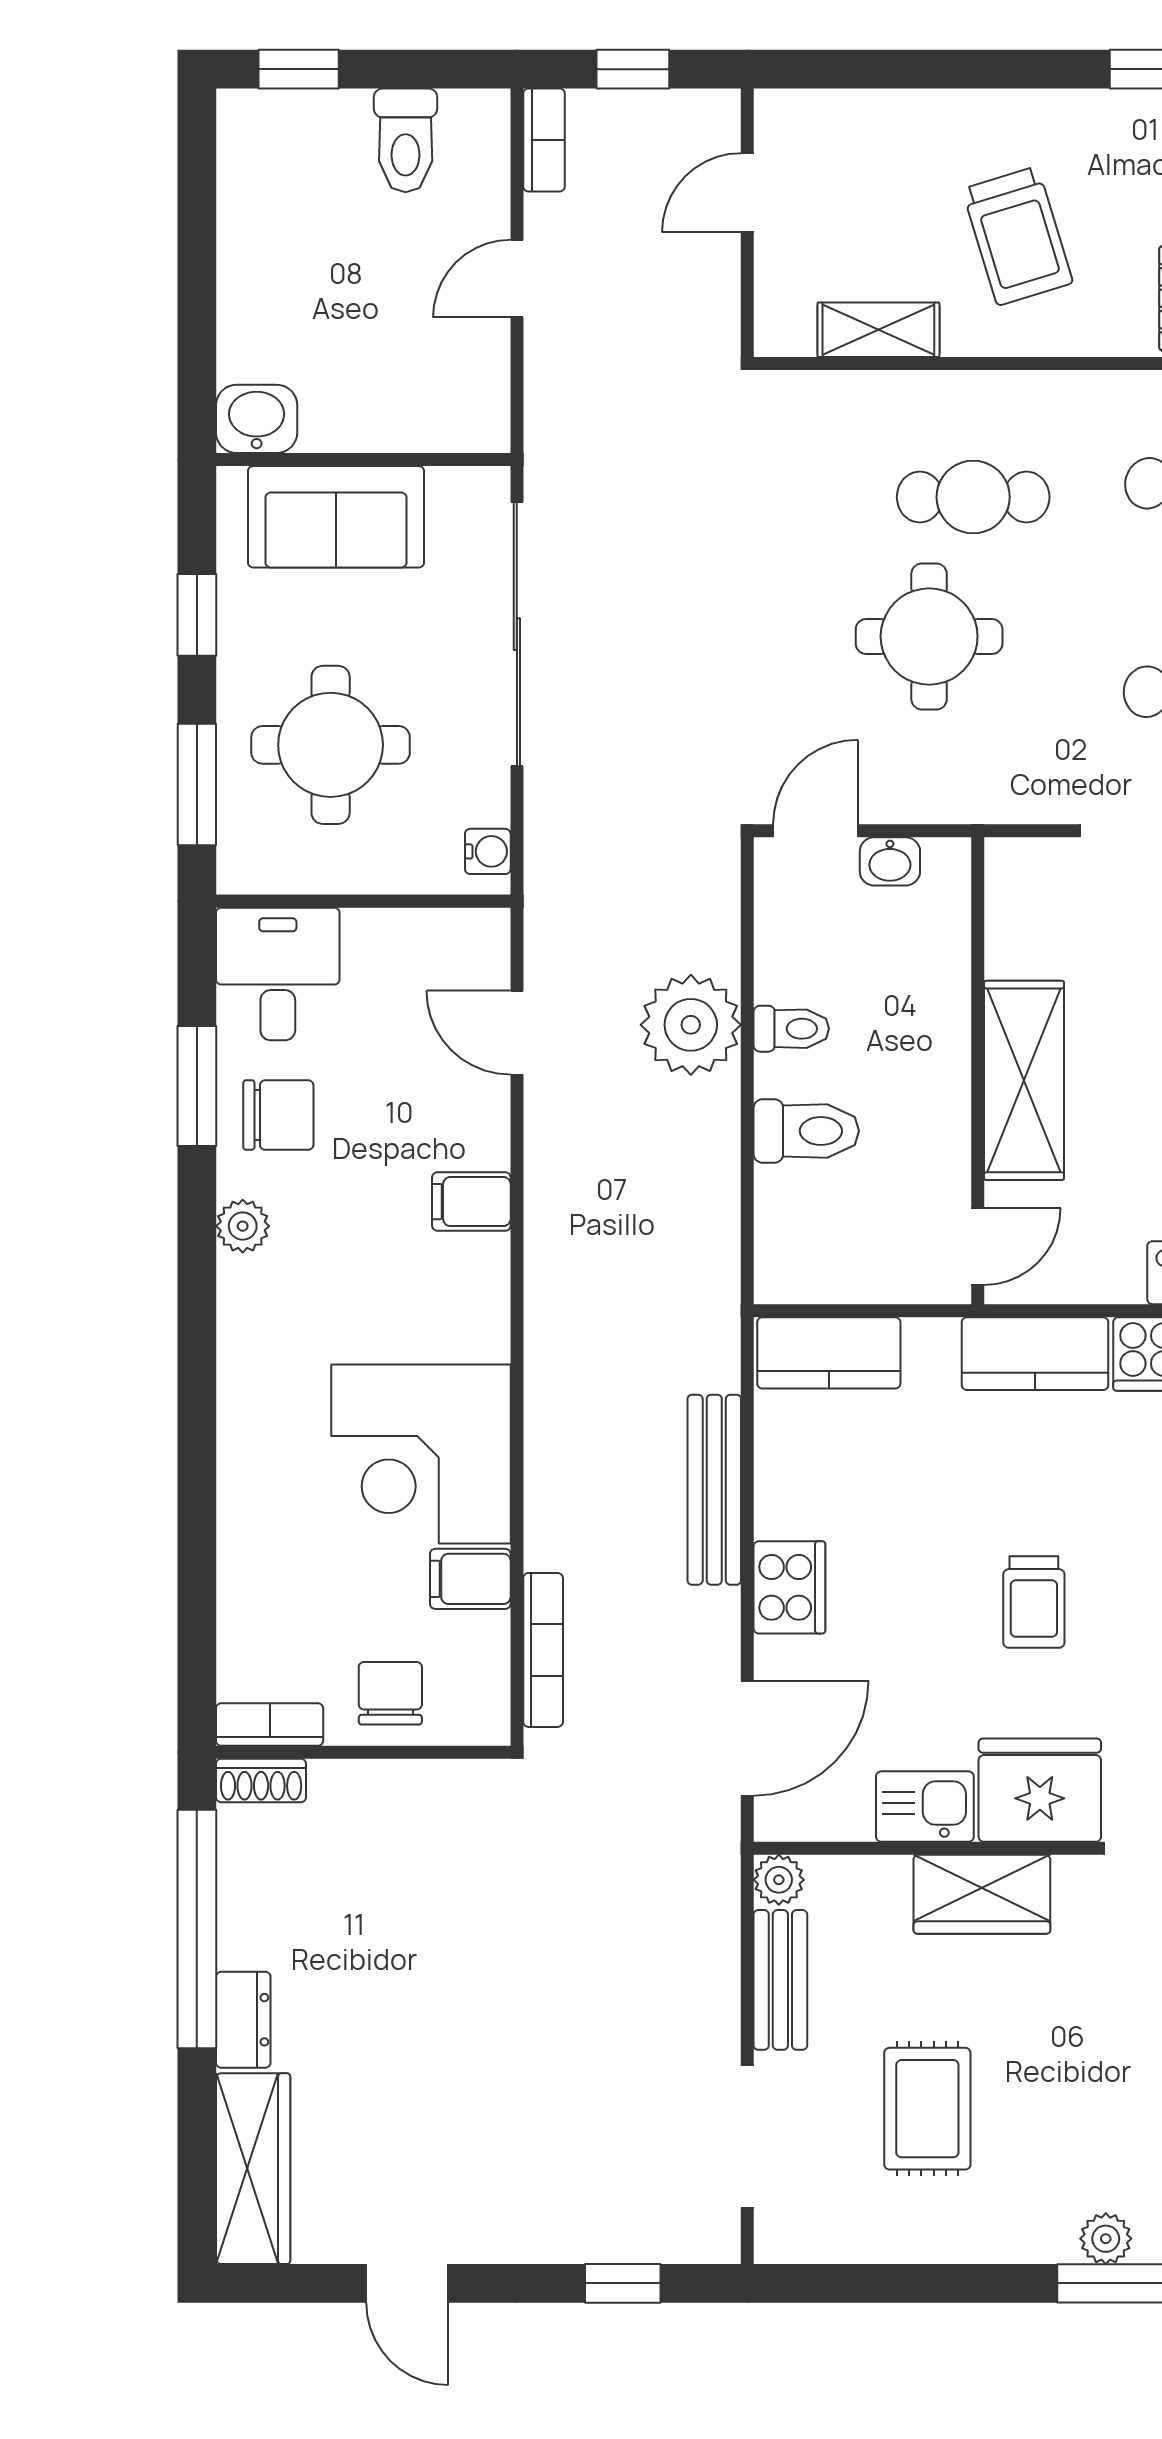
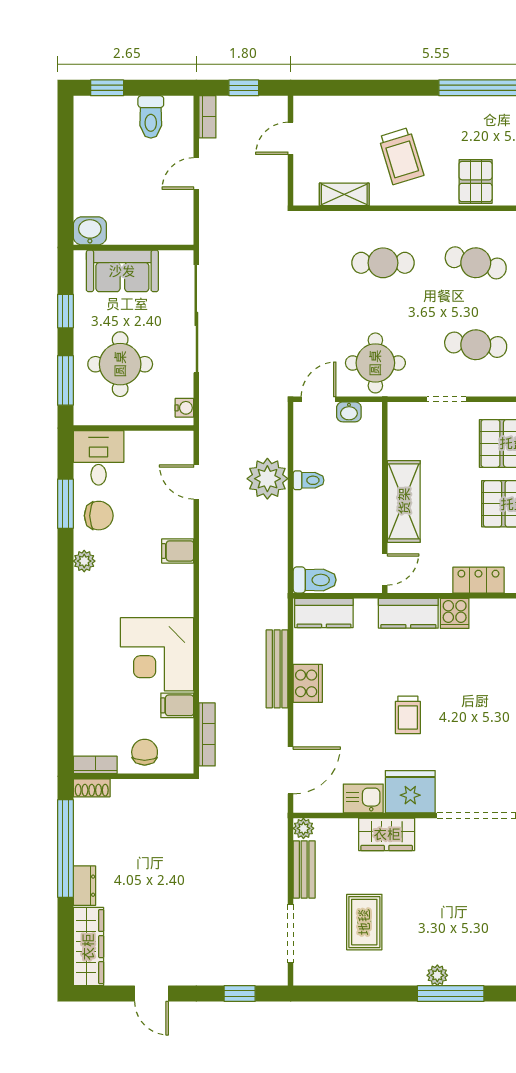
round table: (929, 636) -> (375, 363), moved
toilet: (806, 1131) -> (315, 580), moved
cooker: (789, 1587) -> (308, 683), moved

